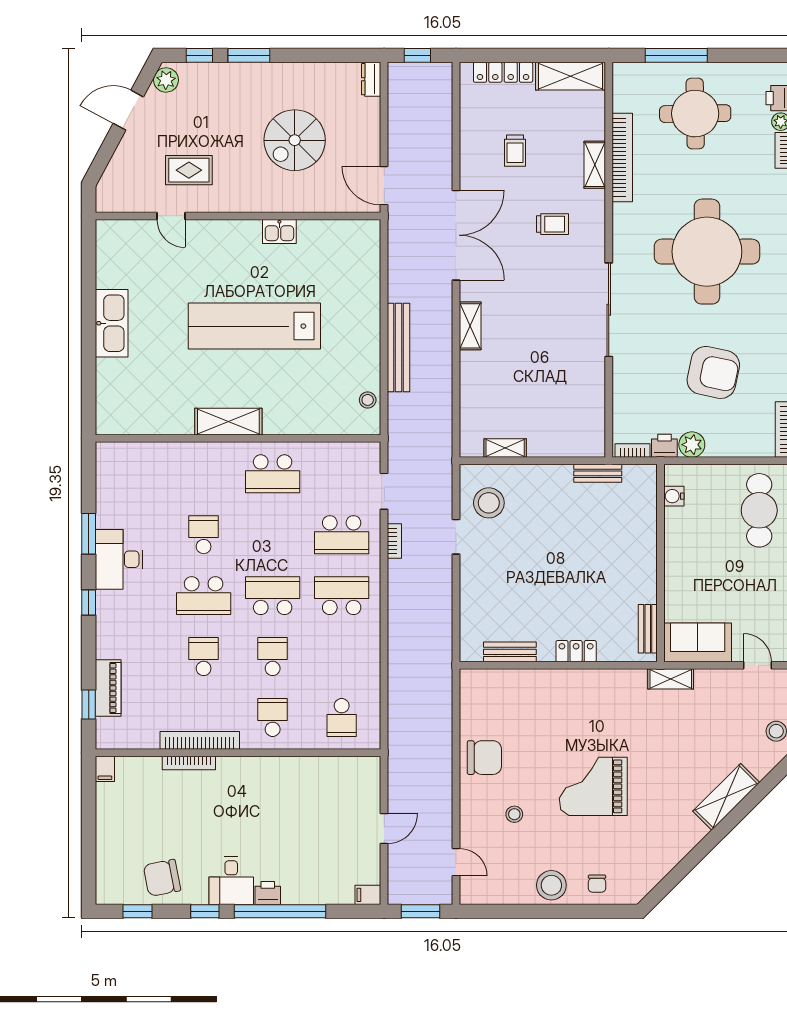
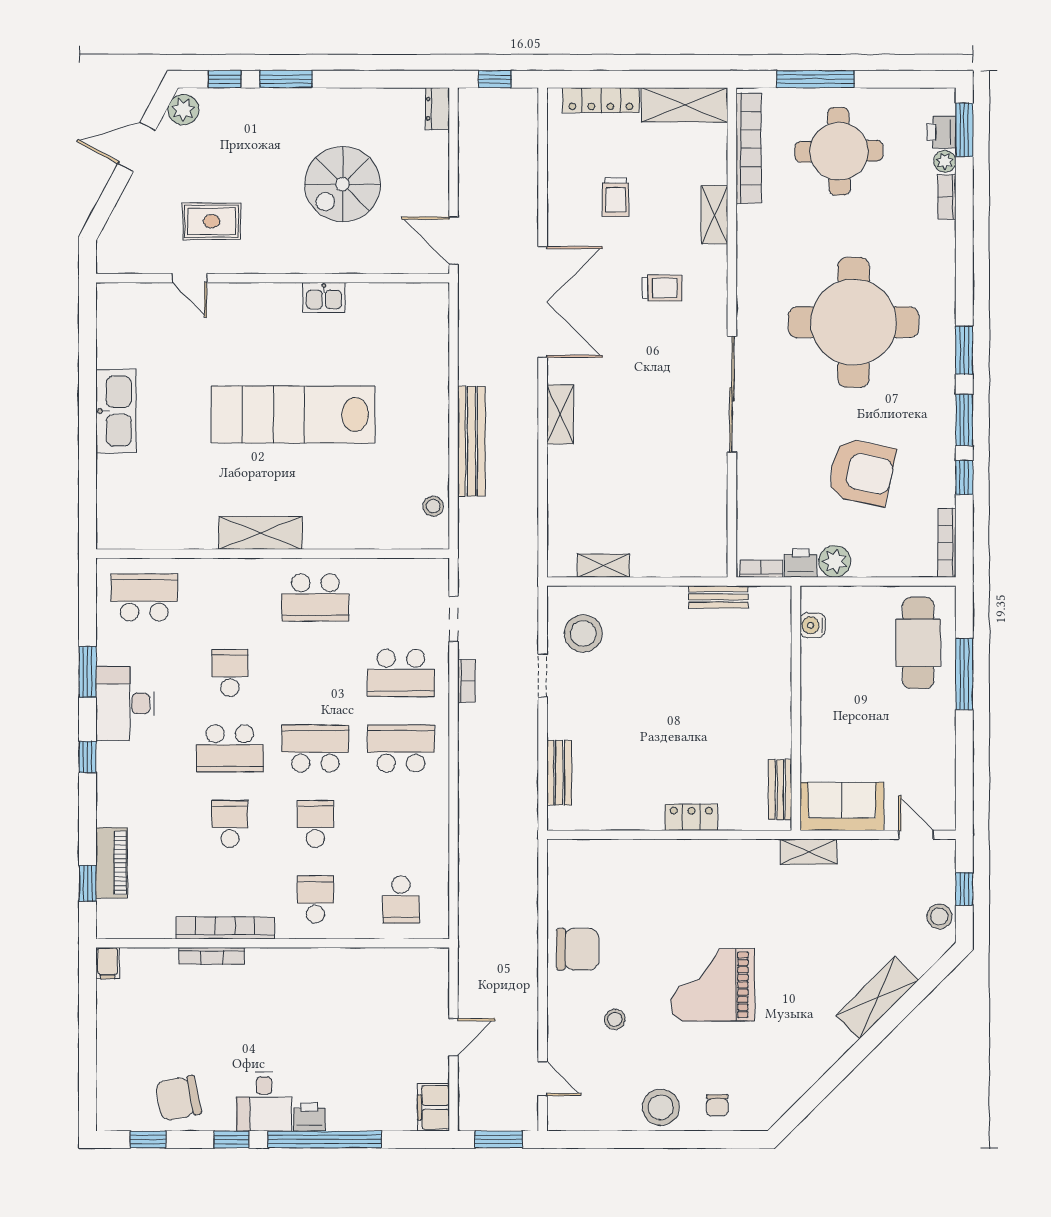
bookcase: (622, 157) -> (749, 148), moved
school desk: (135, 474) -> (144, 597), added
bench: (510, 652) -> (559, 773), moved, turned 90
filing cabinet: (368, 895) -> (433, 1107), width x2.00

